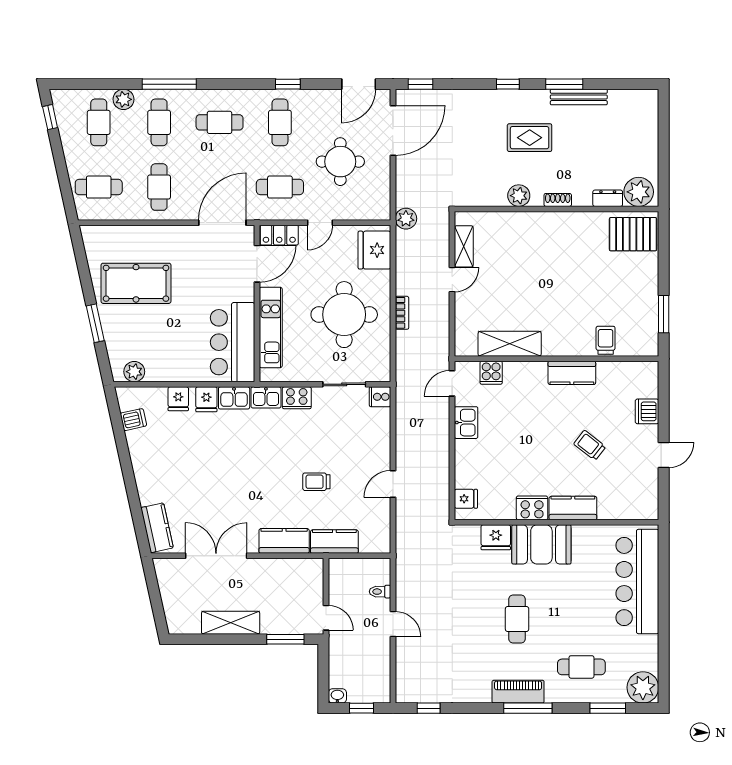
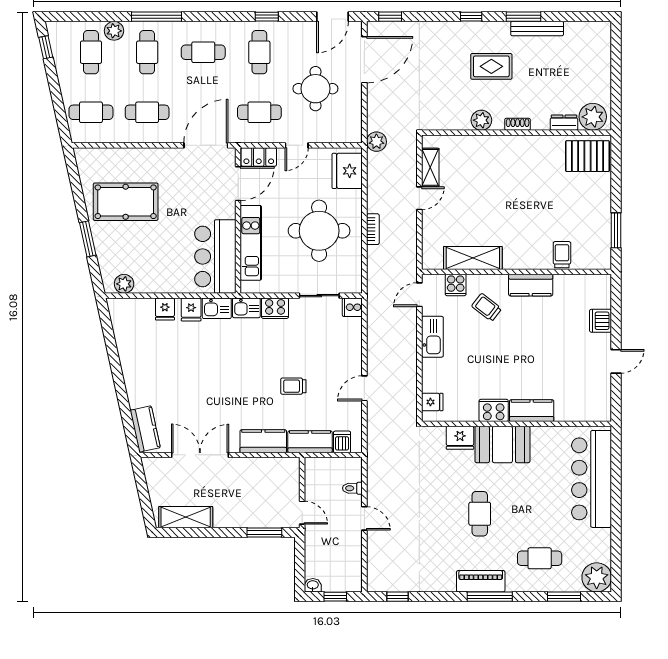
cafe table: (159, 187) -> (147, 112), turned 90
dishwasher: (133, 420) -> (342, 442), moved, turned -78
kitchen sink: (466, 423) -> (432, 337), width x1.38
trolley: (590, 445) -> (487, 307), moved
shelving: (231, 623) -> (186, 517), moved

